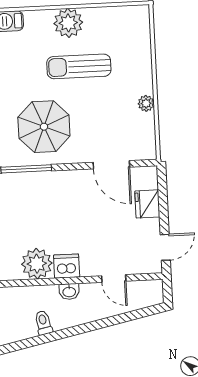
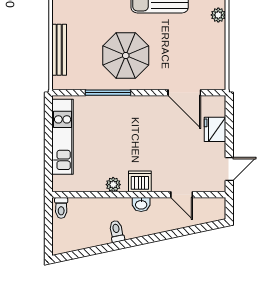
plant: (146, 103) -> (218, 15), moved
plant: (37, 264) -> (113, 185), width x0.53, depth x0.53

